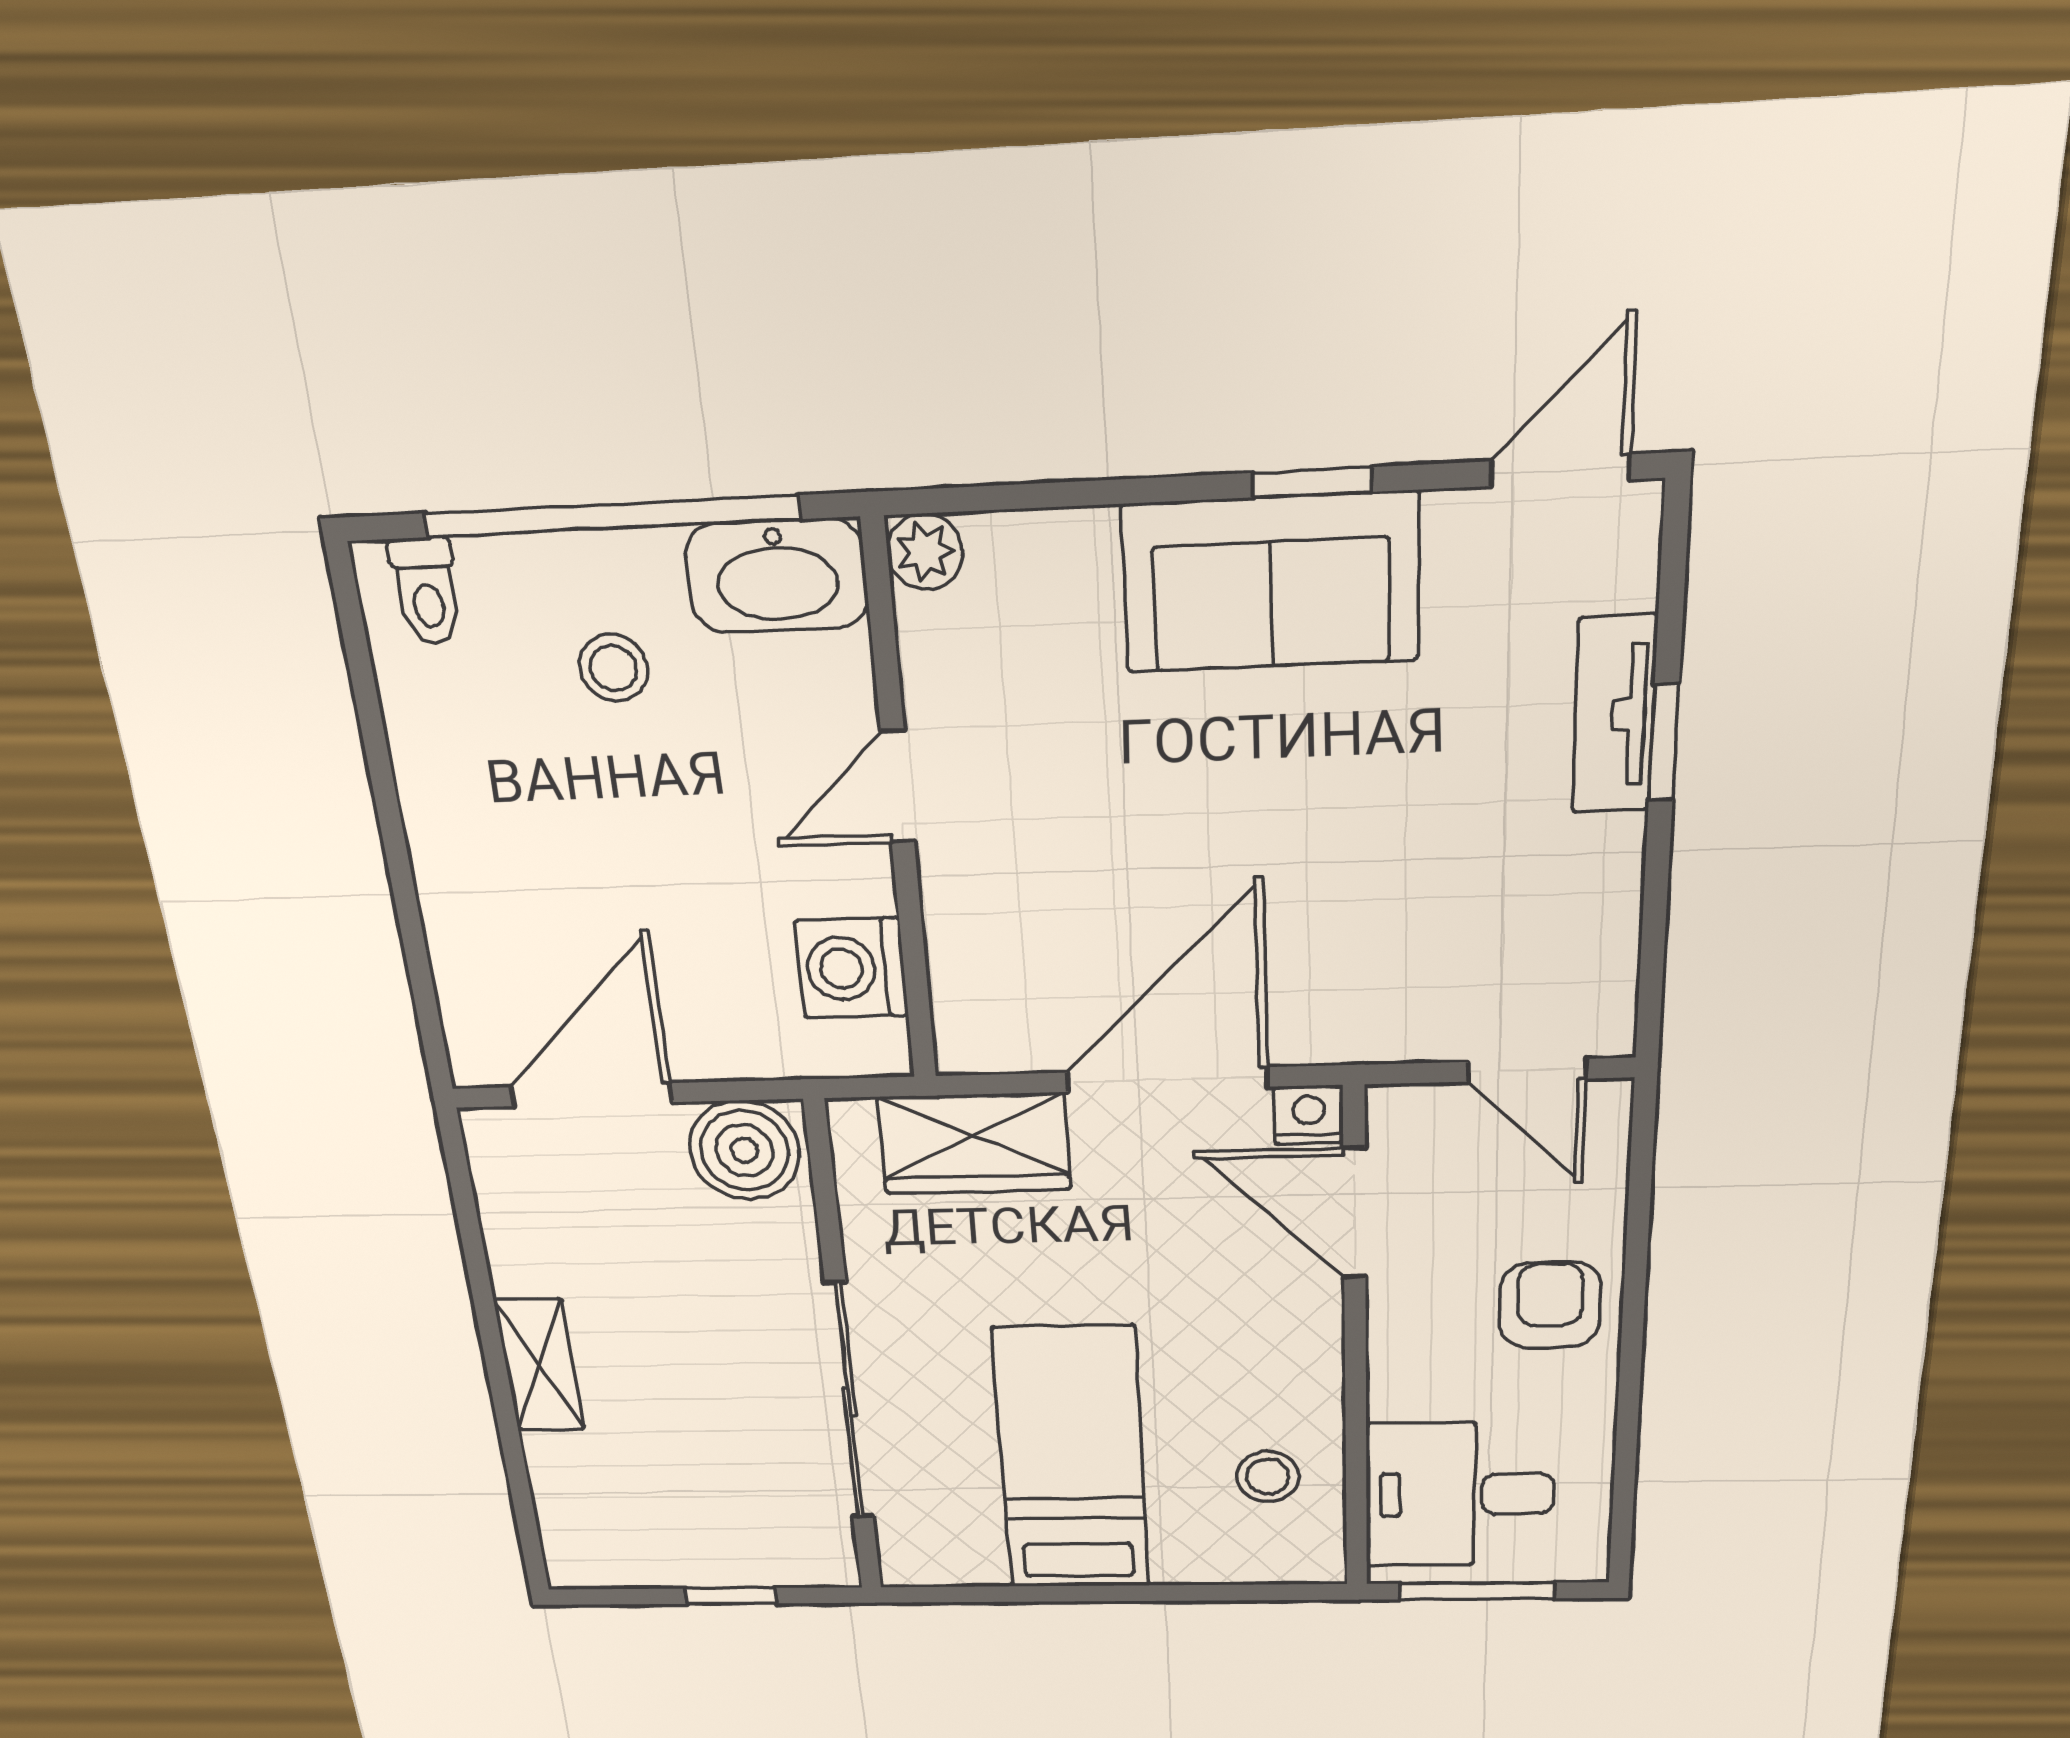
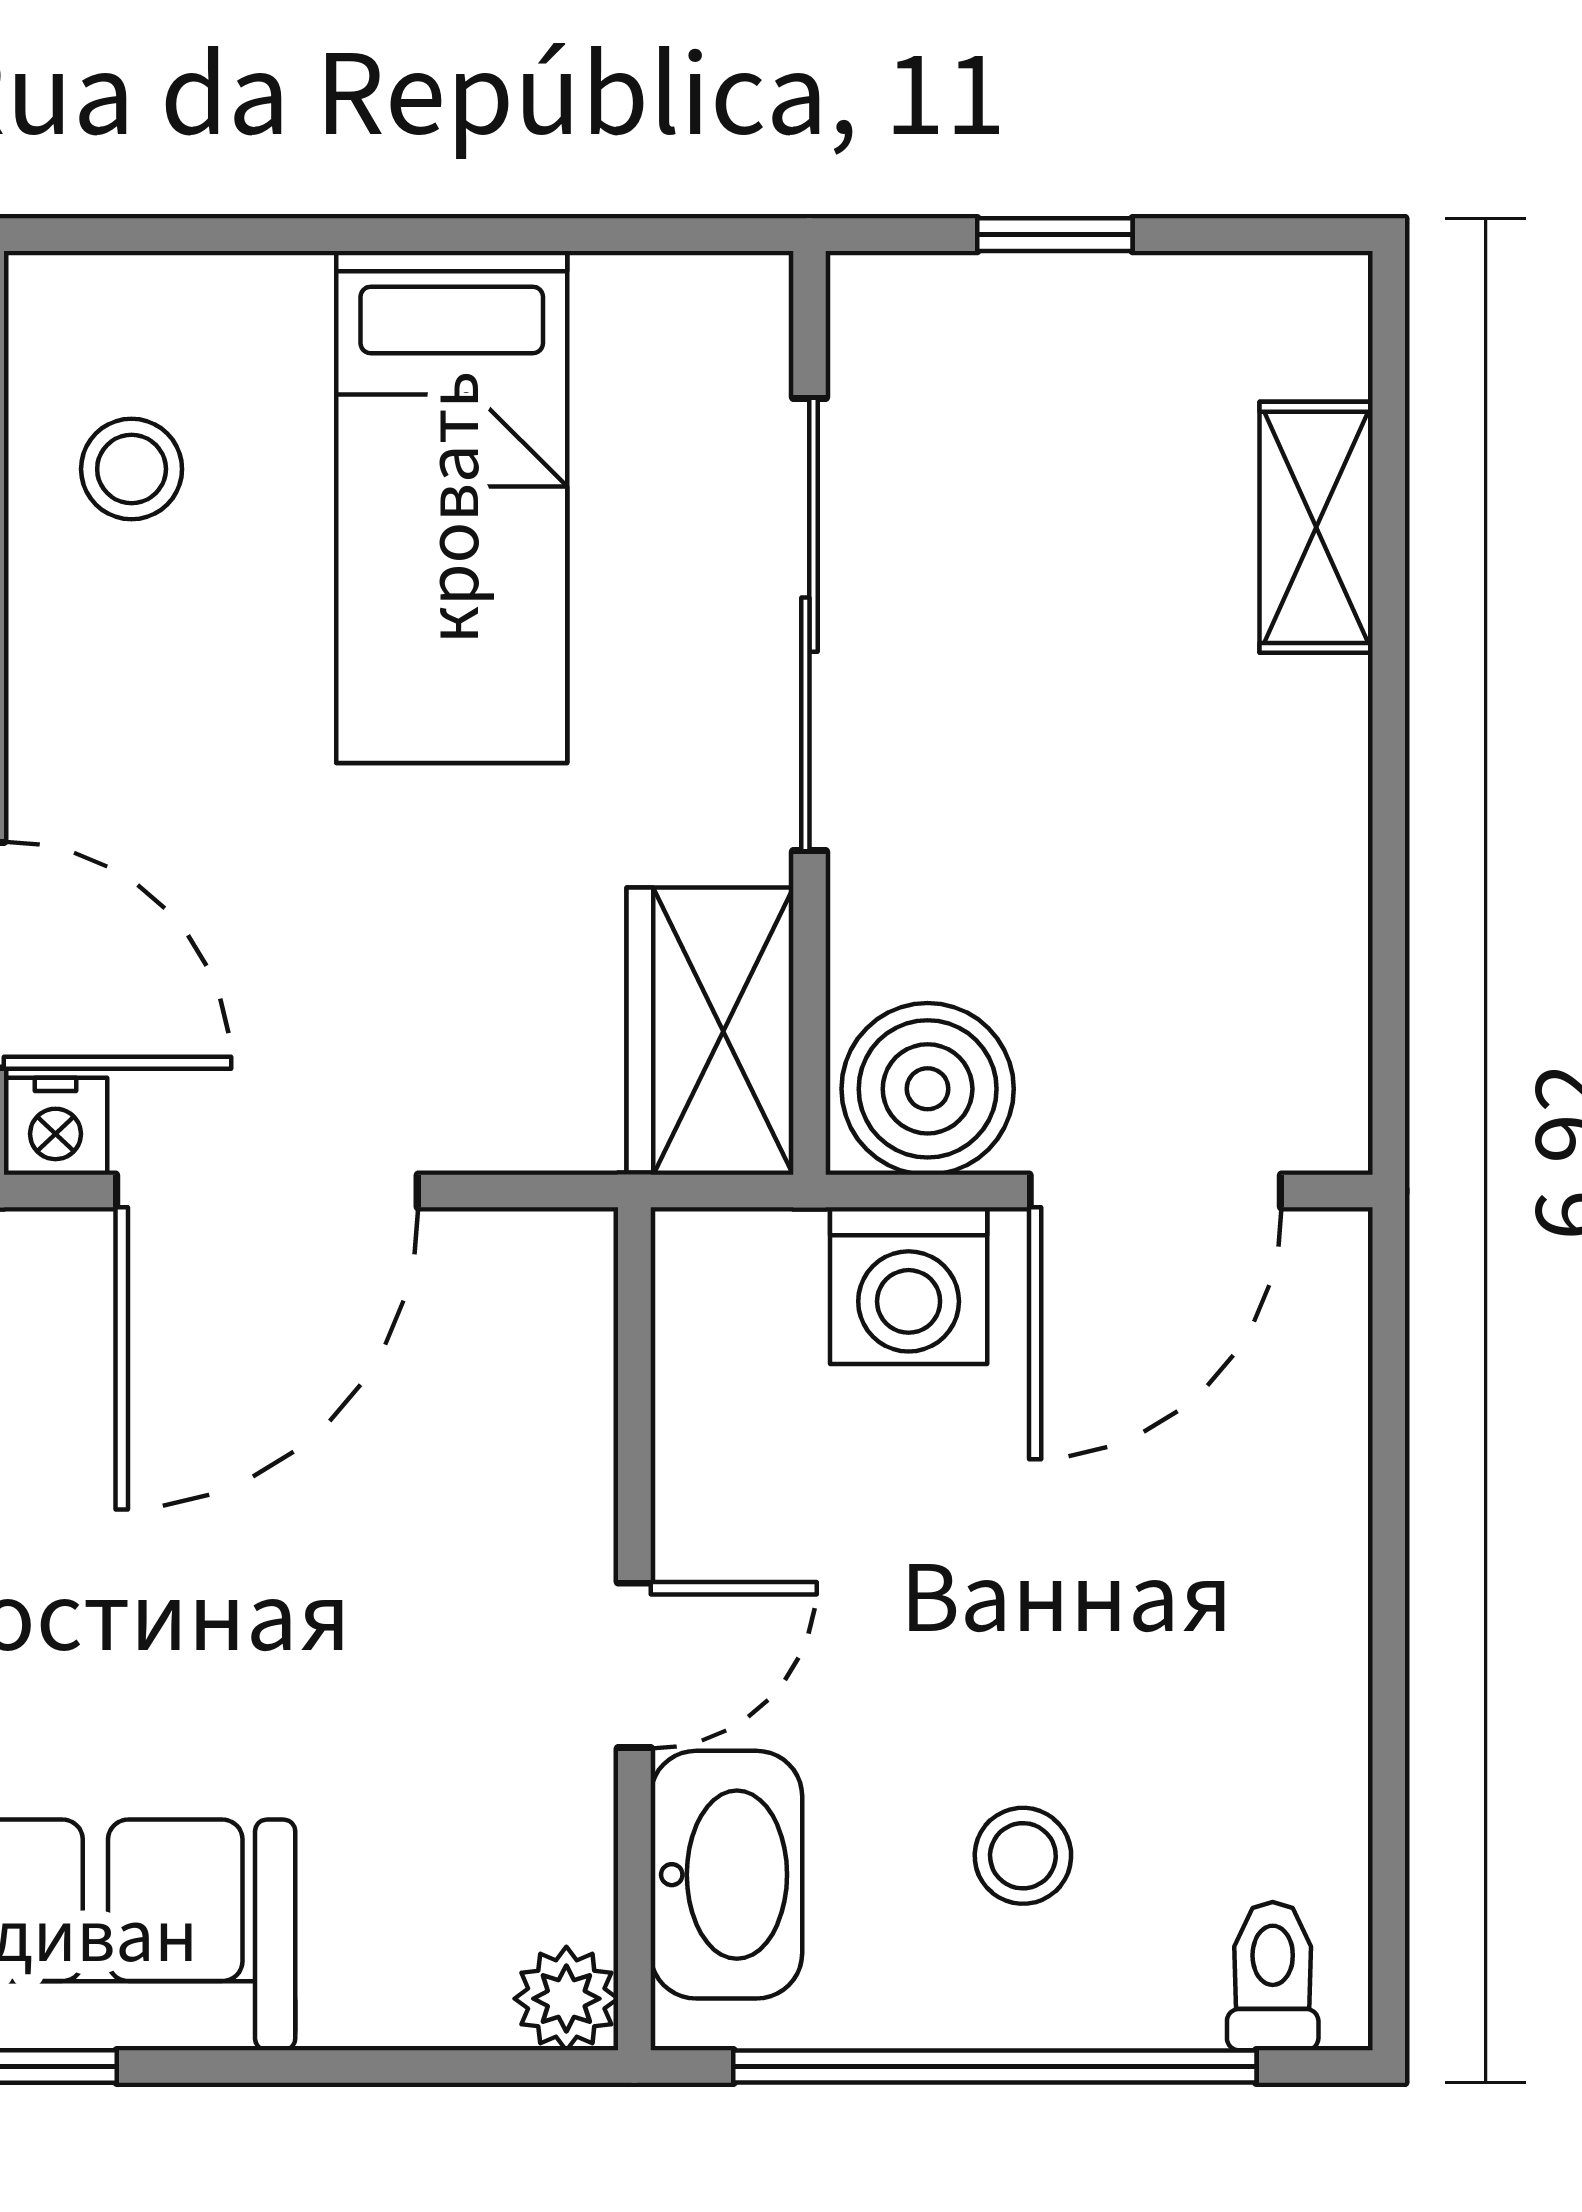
washbasin: (777, 576) -> (726, 1875), moved, turned 90
washing machine: (852, 968) -> (909, 1286), moved, turned 90
wardrobe: (974, 1143) -> (710, 1031), moved, turned -90
shelving: (539, 1365) -> (1316, 527), moved

